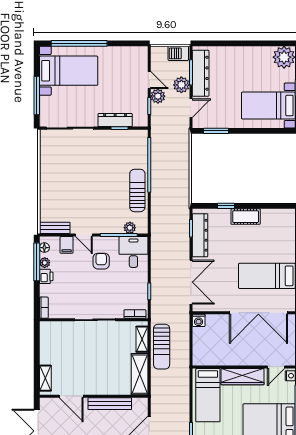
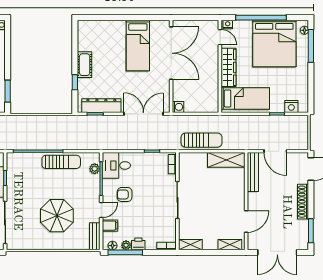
parasol: (78, 186) -> (57, 216), added
sun lounger: (137, 190) -> (61, 162), turned 180
shelving: (142, 339) -> (190, 245), moved
bench: (110, 404) -> (253, 172), moved

